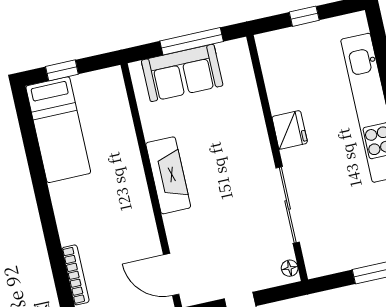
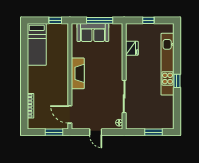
window: (62, 70) -> (55, 20), moved
fridge: (290, 130) -> (132, 48), moved

